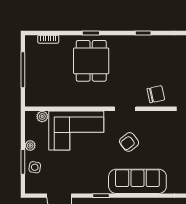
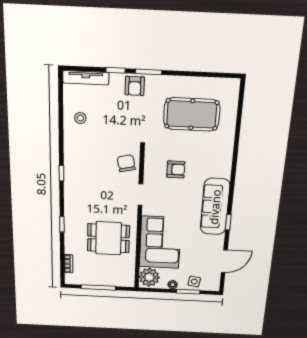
dining table: (91, 61) -> (108, 238), moved
plant: (42, 116) -> (149, 277), width x1.88, depth x1.88
armchair: (129, 142) -> (176, 169), moved, turned -52
sofa: (137, 181) -> (215, 207), moved

